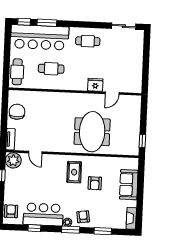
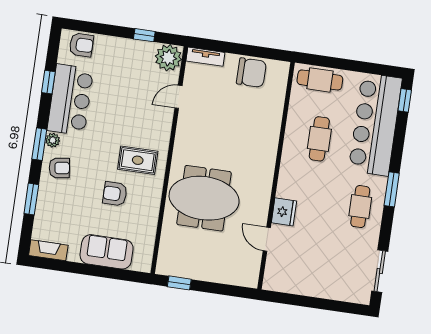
window: (47, 23) -> (392, 189), moved

